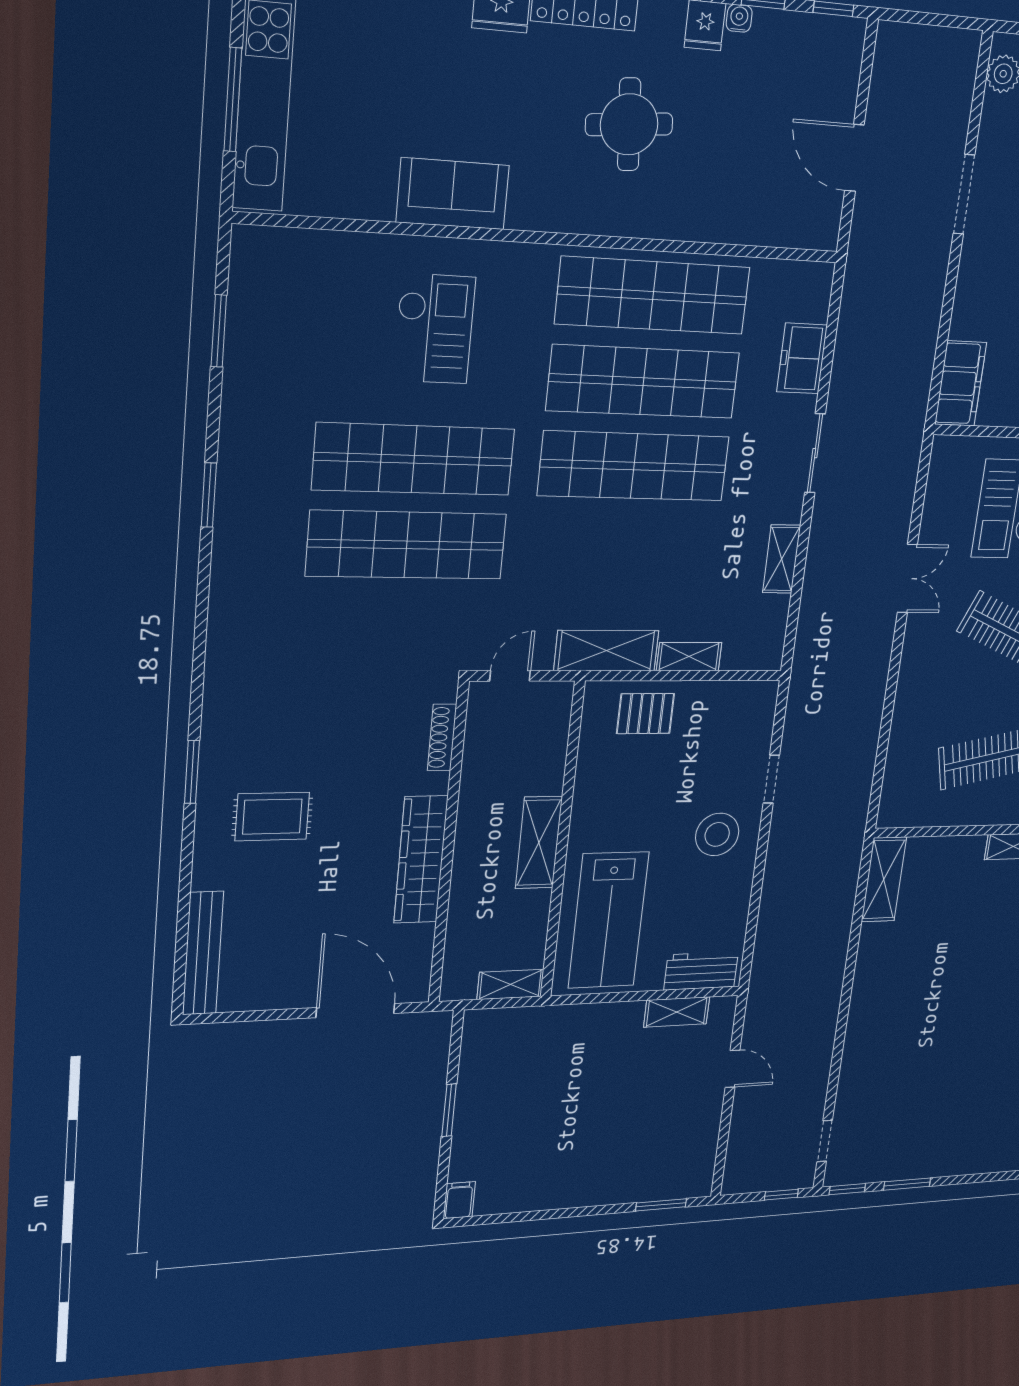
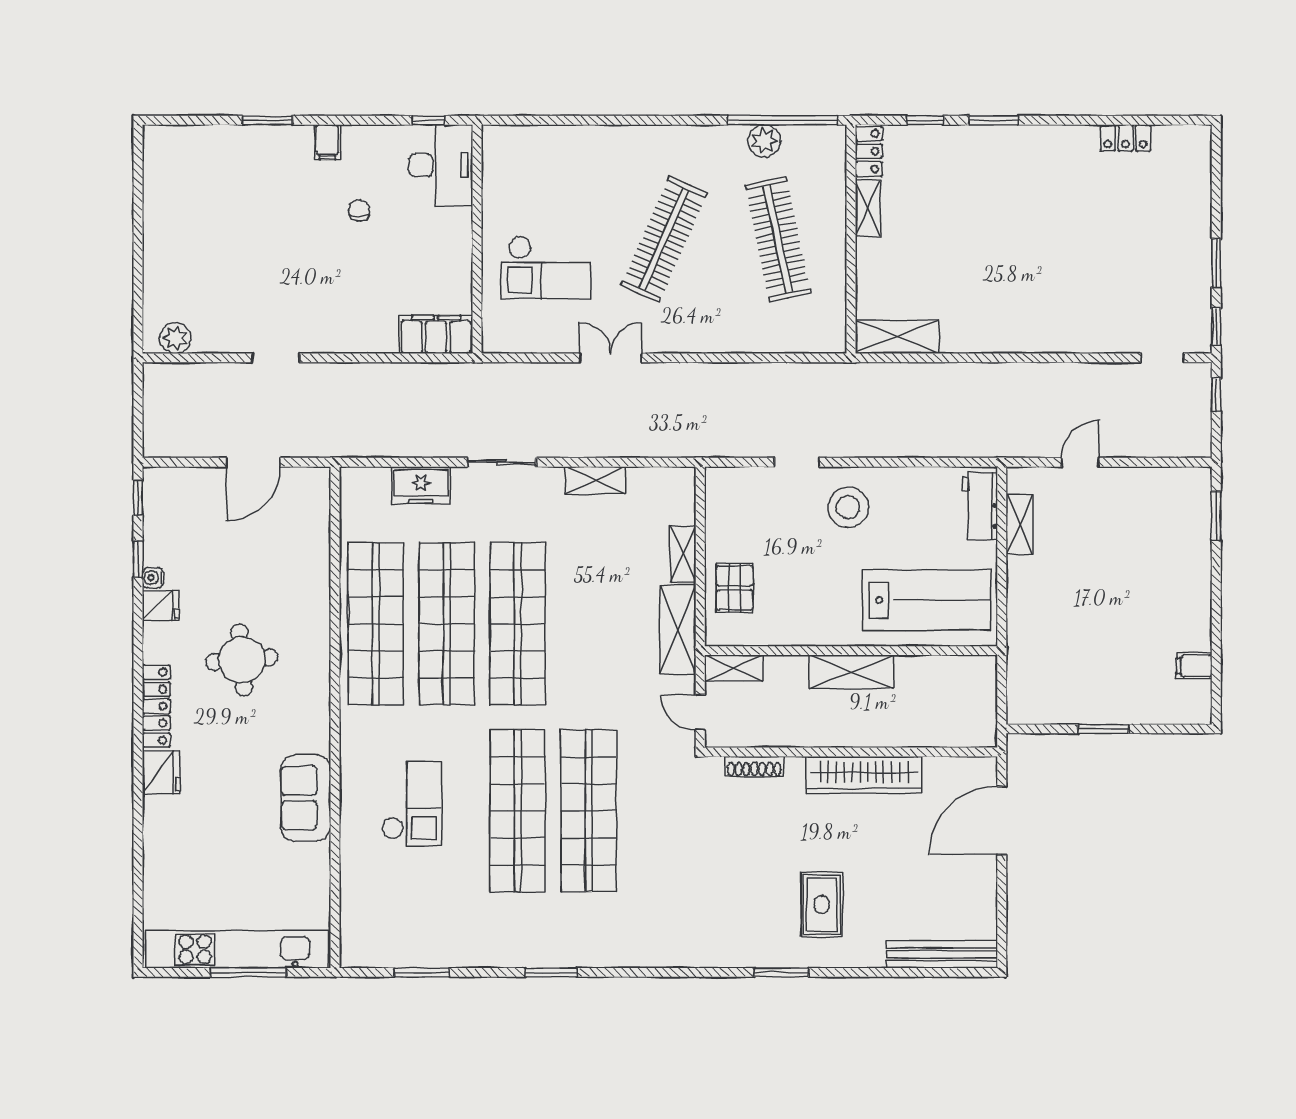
doorway: (964, 194) -> (276, 358), width x0.73
checkout: (434, 329) -> (412, 803), turned 90
shelving: (510, 984) -> (734, 668), moved, turned 90
filing cabinet: (459, 1200) -> (1194, 666), moved

